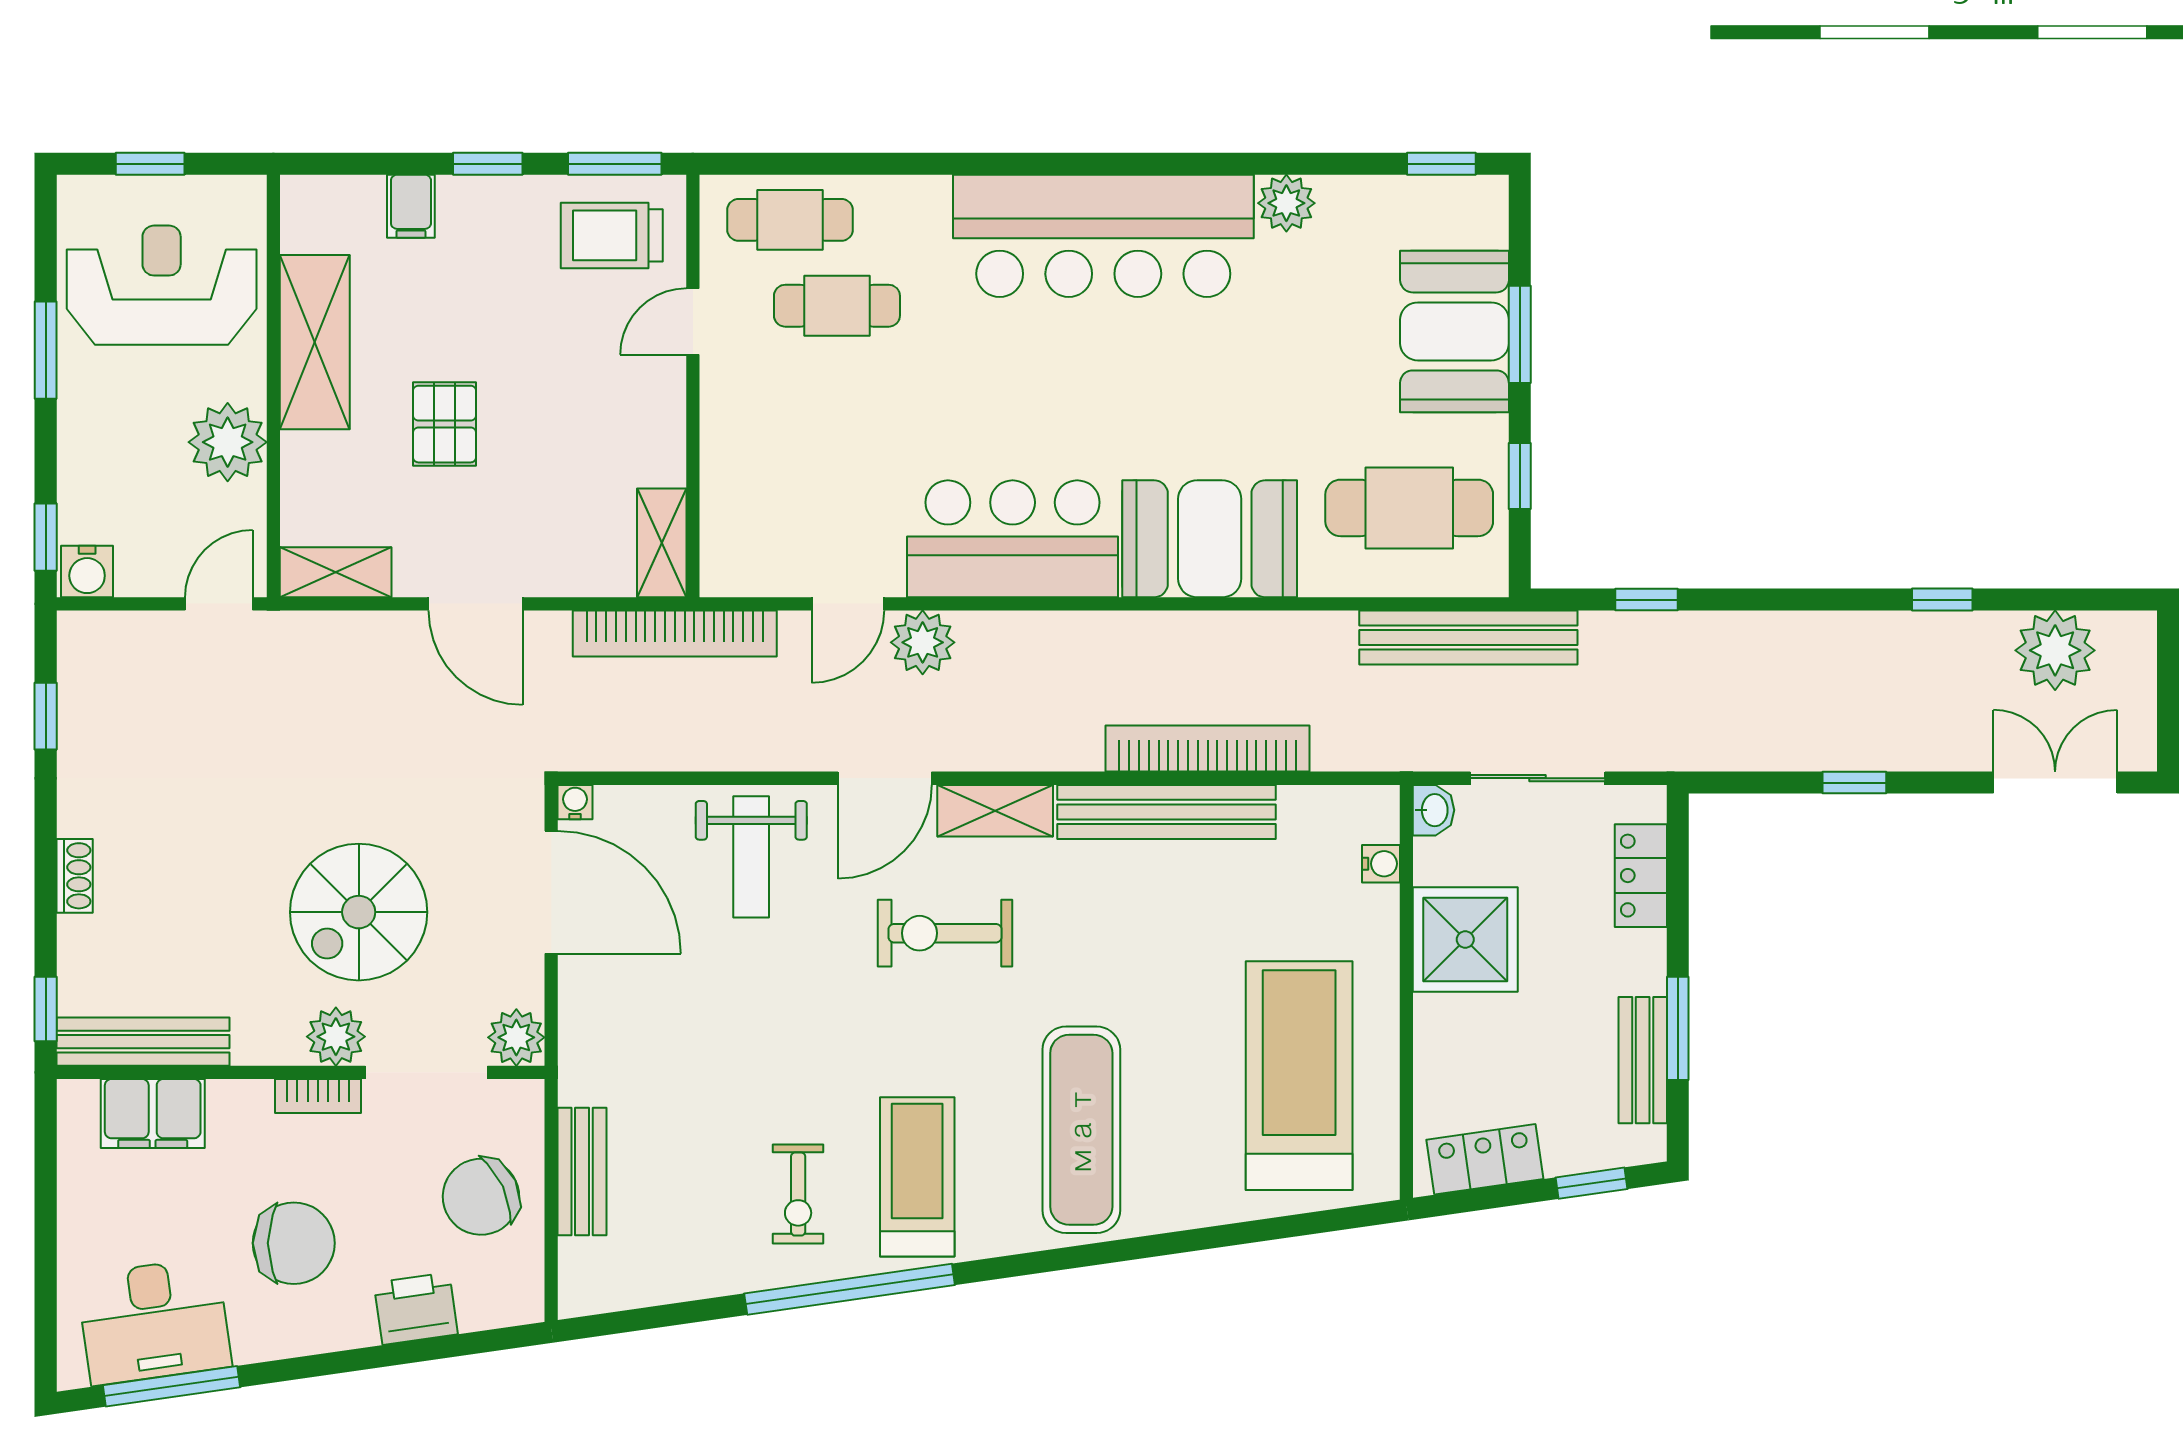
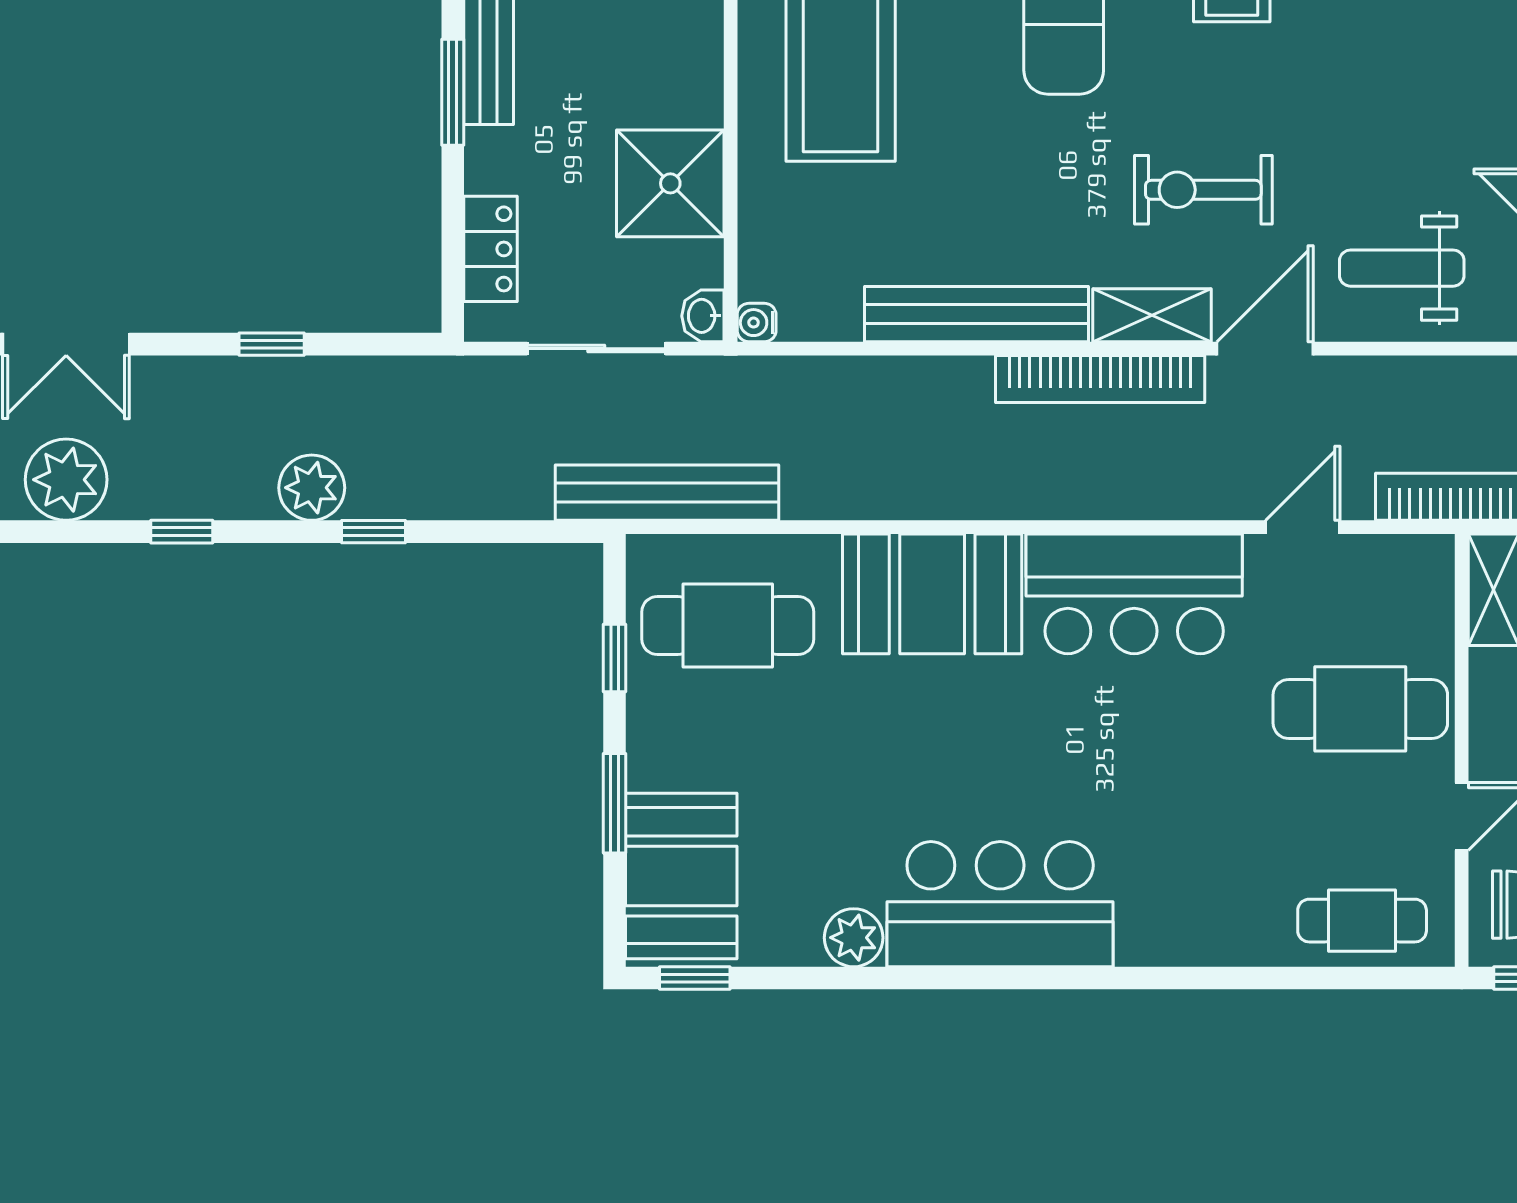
bar counter: (1103, 236) -> (1000, 904), width x0.73
cafe table: (837, 306) -> (1360, 709), moved, width x1.37, depth x1.35
booth: (1455, 331) -> (681, 876), moved
window: (1646, 600) -> (373, 532), moved
plant: (923, 642) -> (312, 488), moved
bookcase: (1208, 749) -> (1100, 379), moved
weight bench: (751, 857) -> (1402, 268), turned -90
water cooler: (1381, 864) -> (757, 323), moved
exercise bike: (945, 933) -> (1203, 190), turned 180

